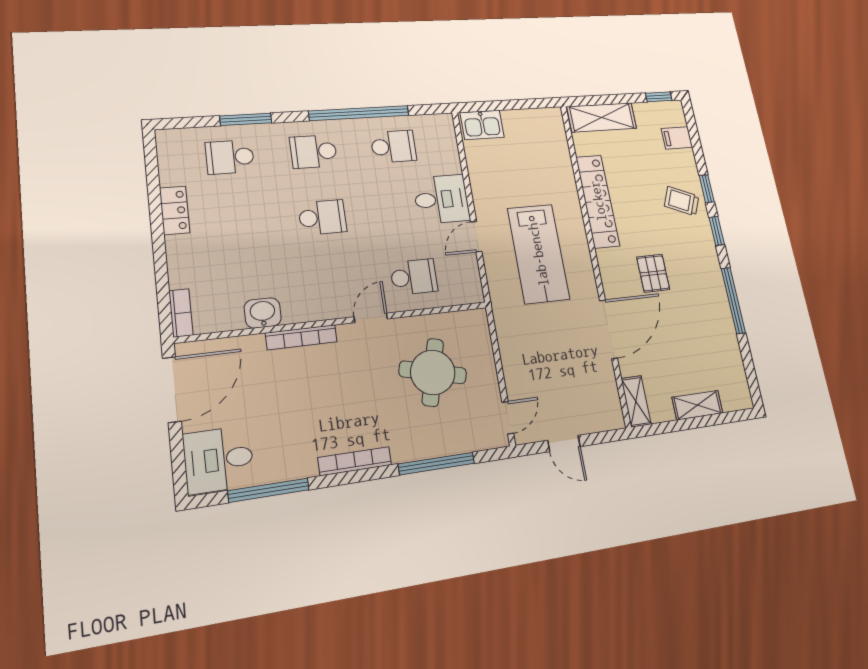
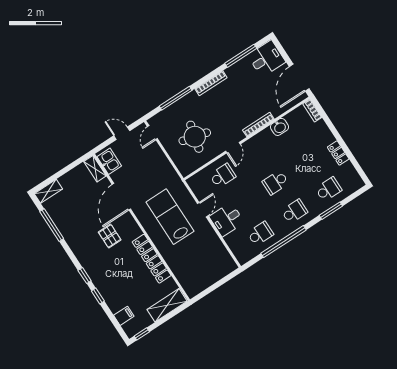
kitchen sink: (482, 125) -> (109, 161), moved, turned 90
school desk: (393, 146) -> (260, 234), turned 180
trolley: (682, 201) -> (109, 282), removed
school desk: (414, 277) -> (223, 176), turned 180
window: (733, 300) -> (52, 225), moved
shelving: (697, 405) -> (48, 191), moved

